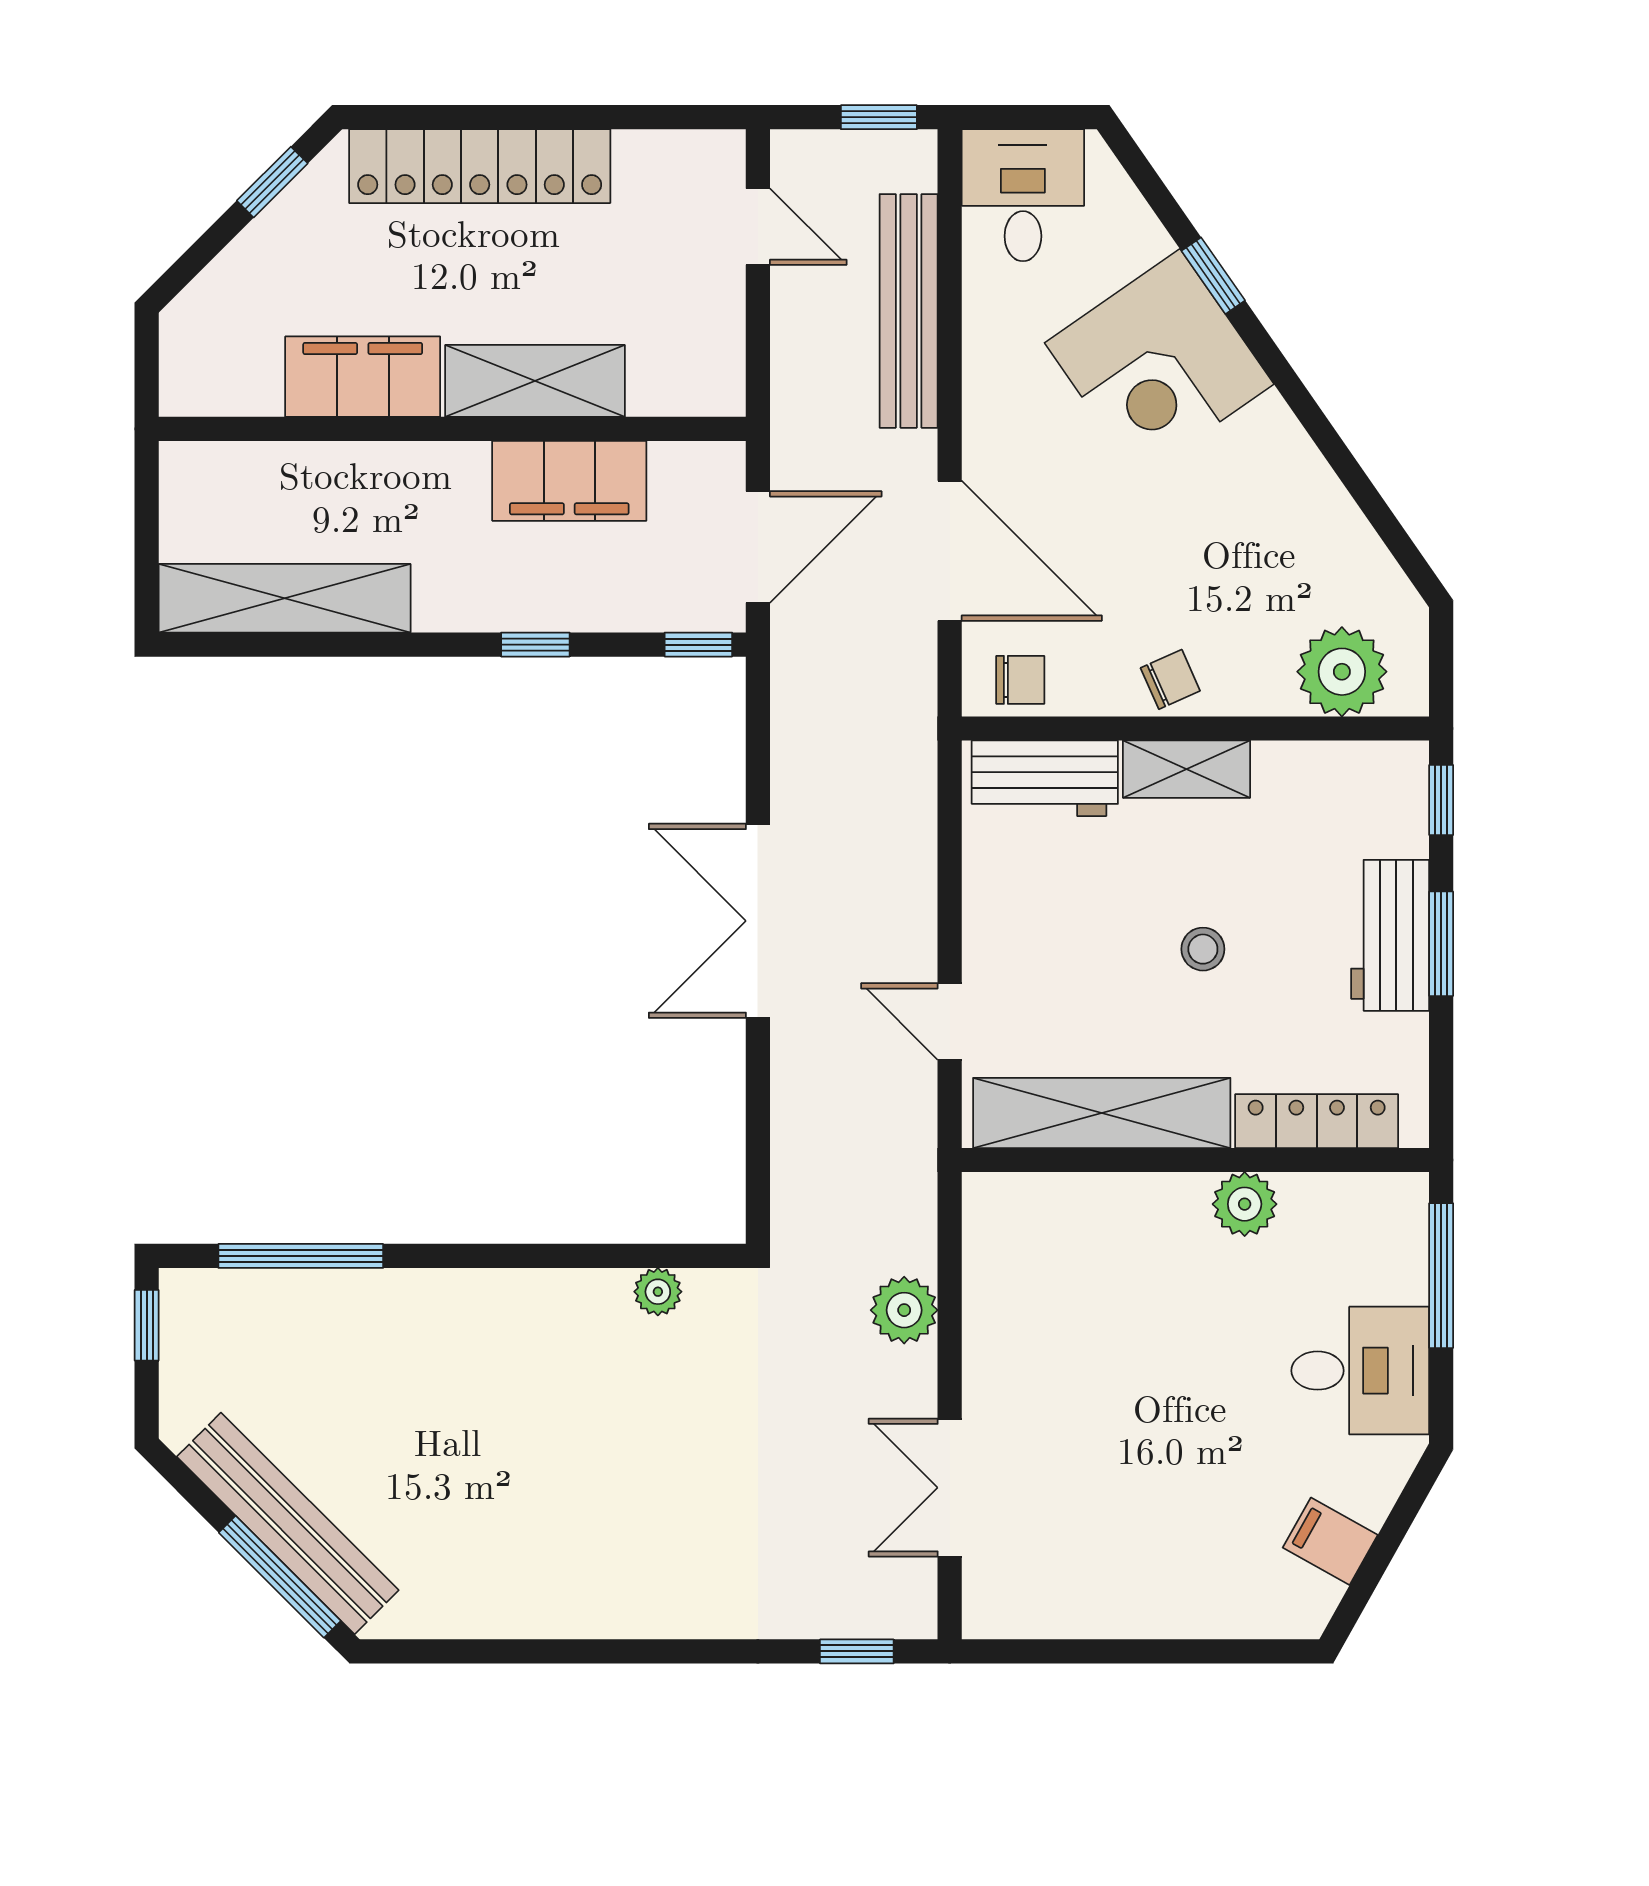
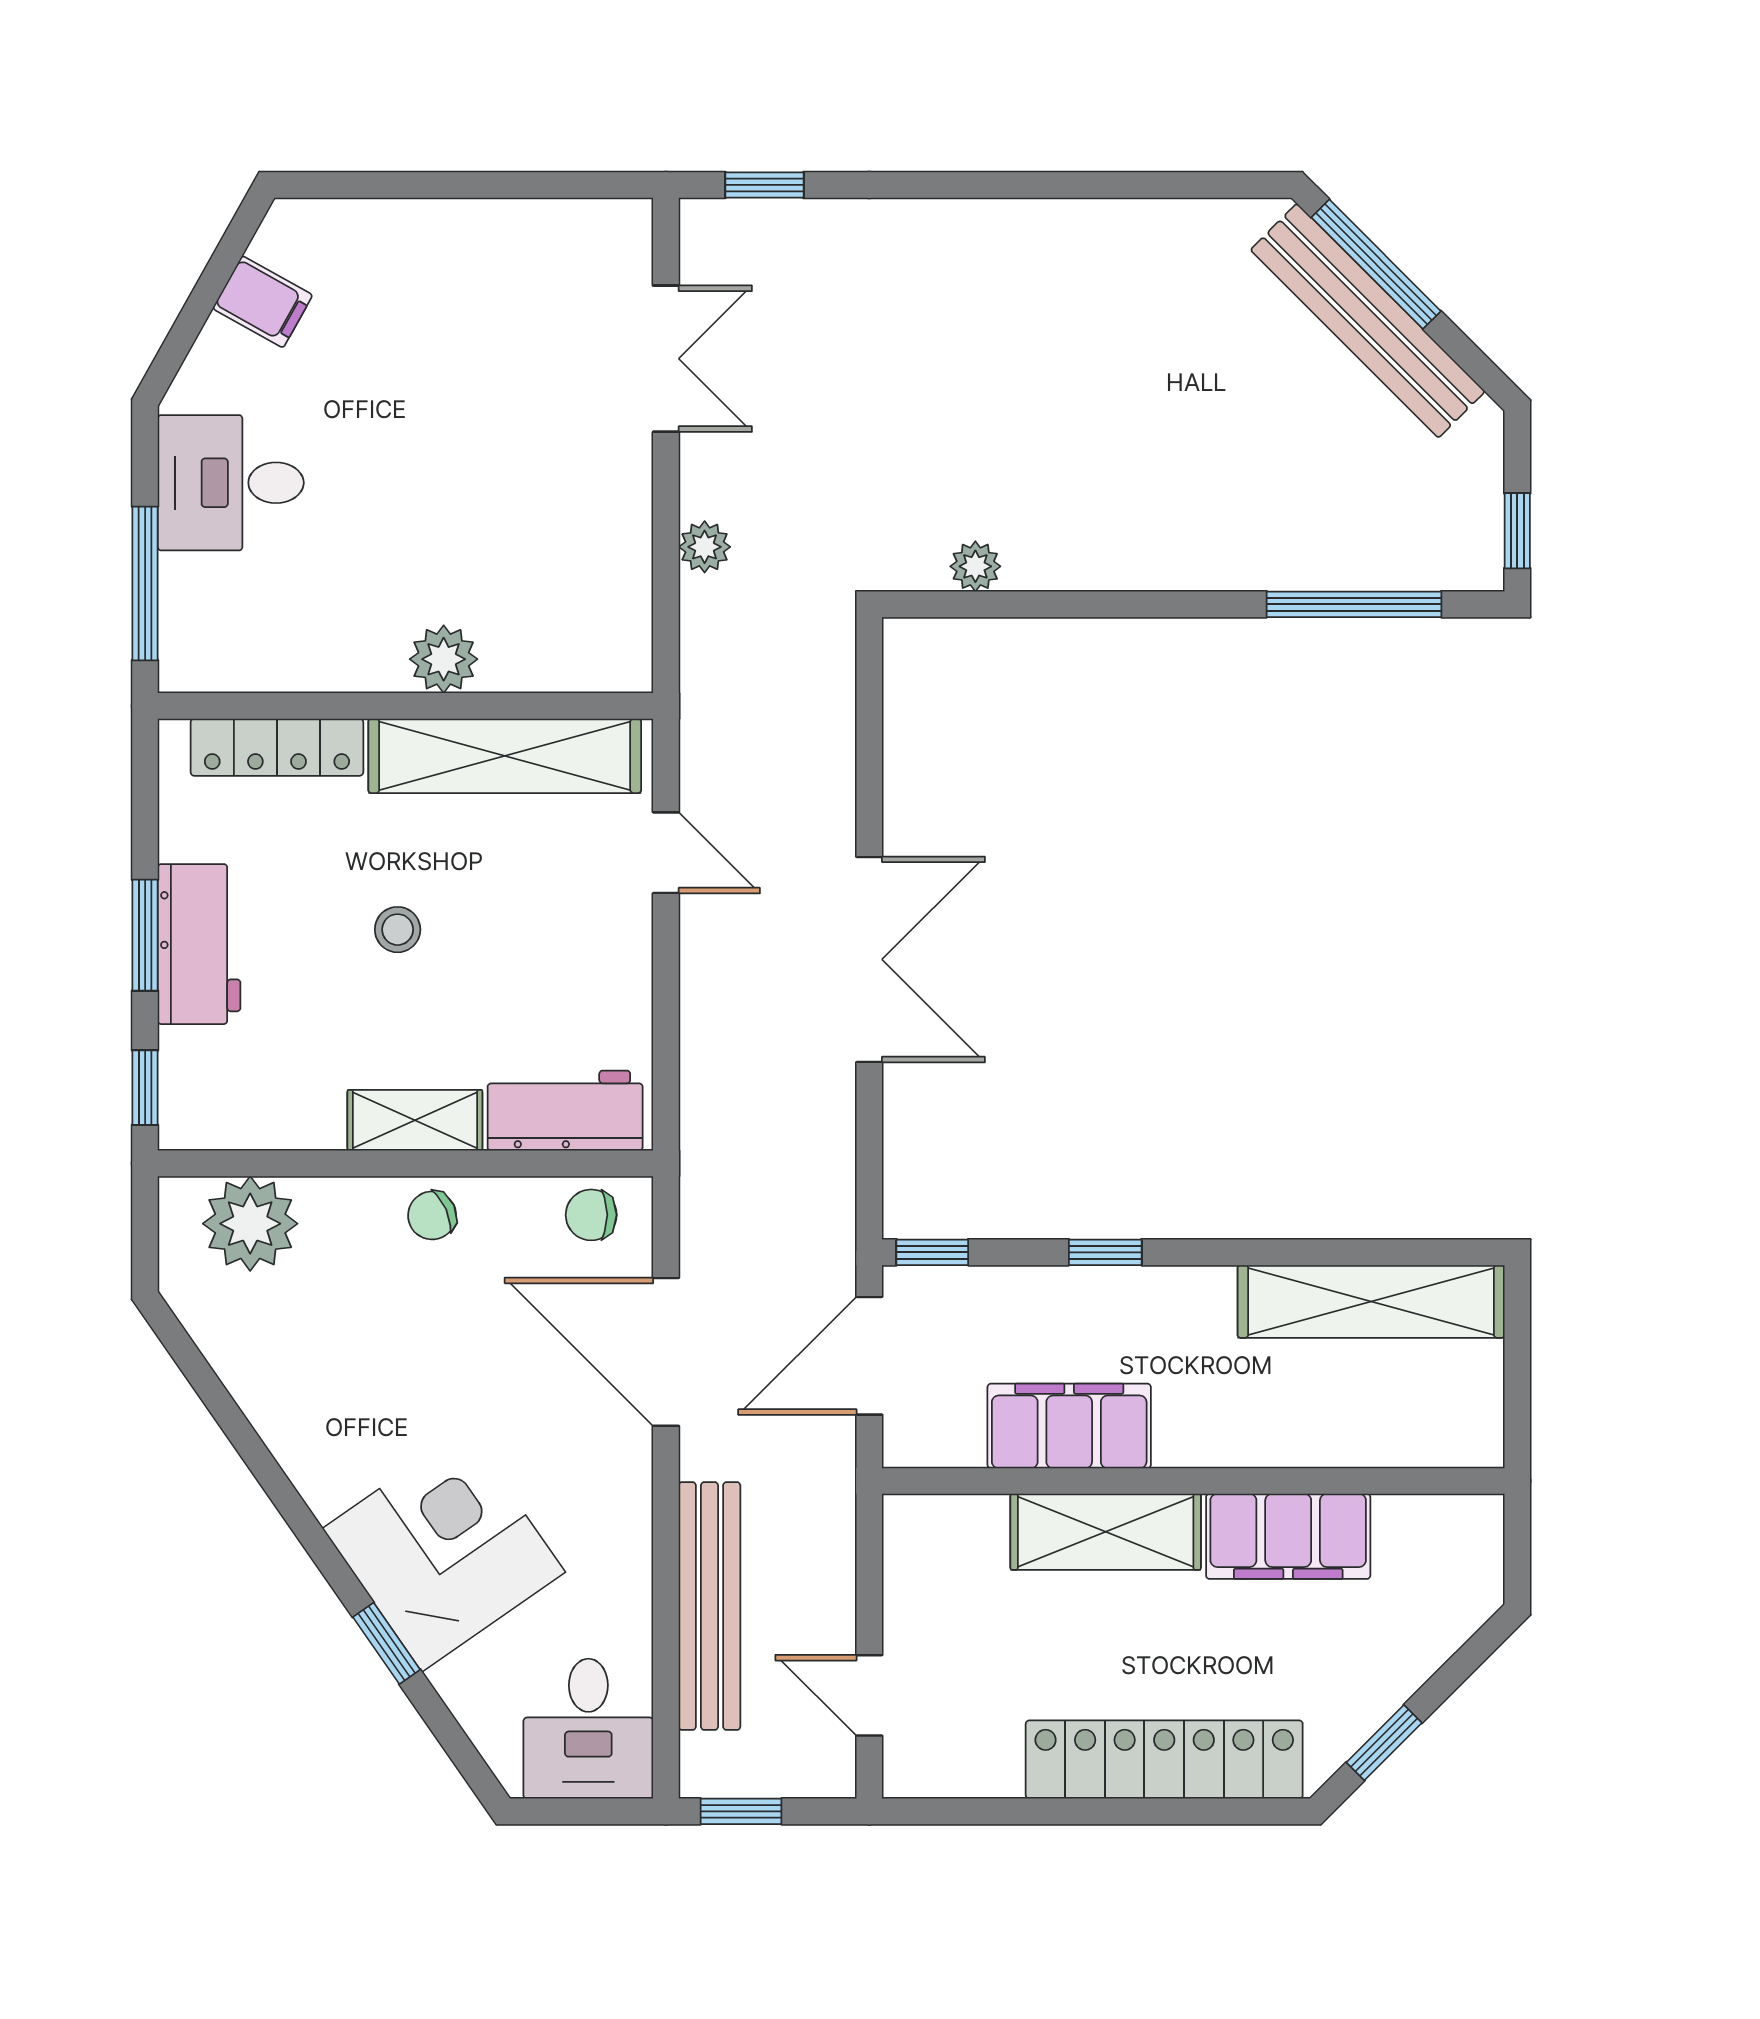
plant: (1245, 1204) -> (444, 659), moved
plant: (904, 1310) -> (705, 547), width x0.73, depth x0.73

